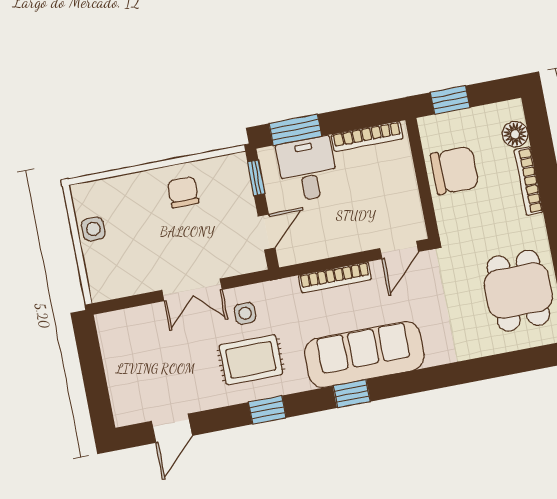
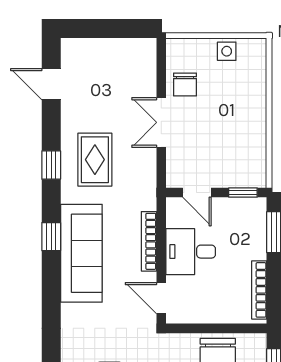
desk: (307, 169) -> (191, 252), moved, turned 180
chair: (183, 192) -> (185, 84), moved, turned 90
side table: (245, 313) -> (134, 162), removed

